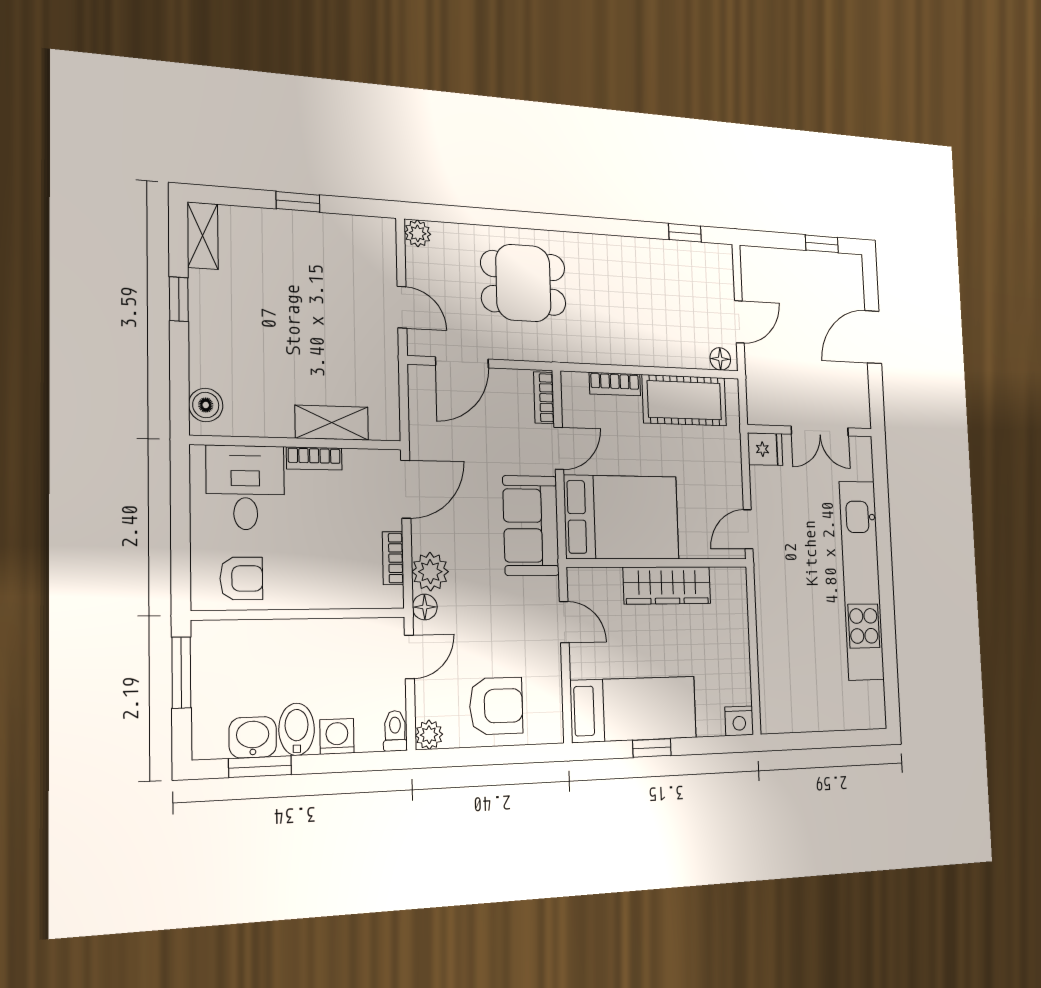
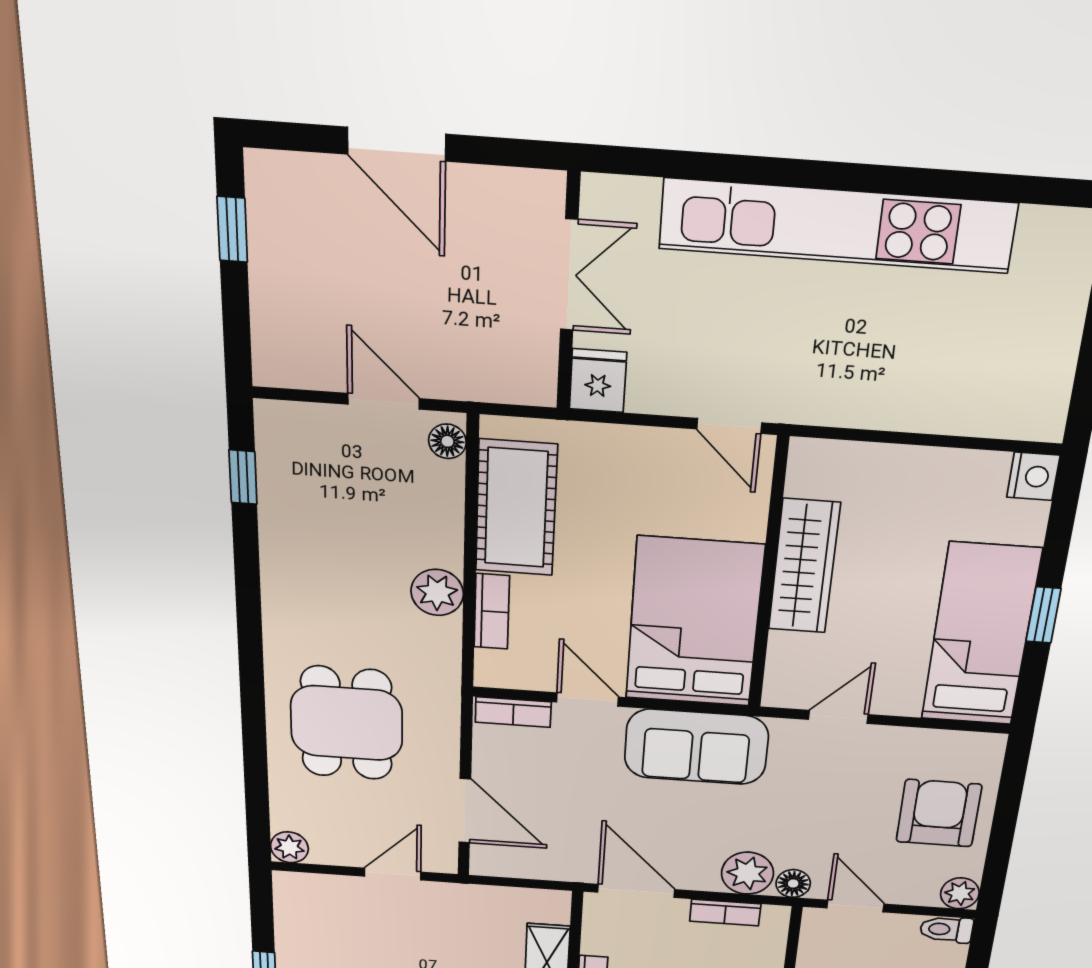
plant: (624, 349) -> (437, 592), added

